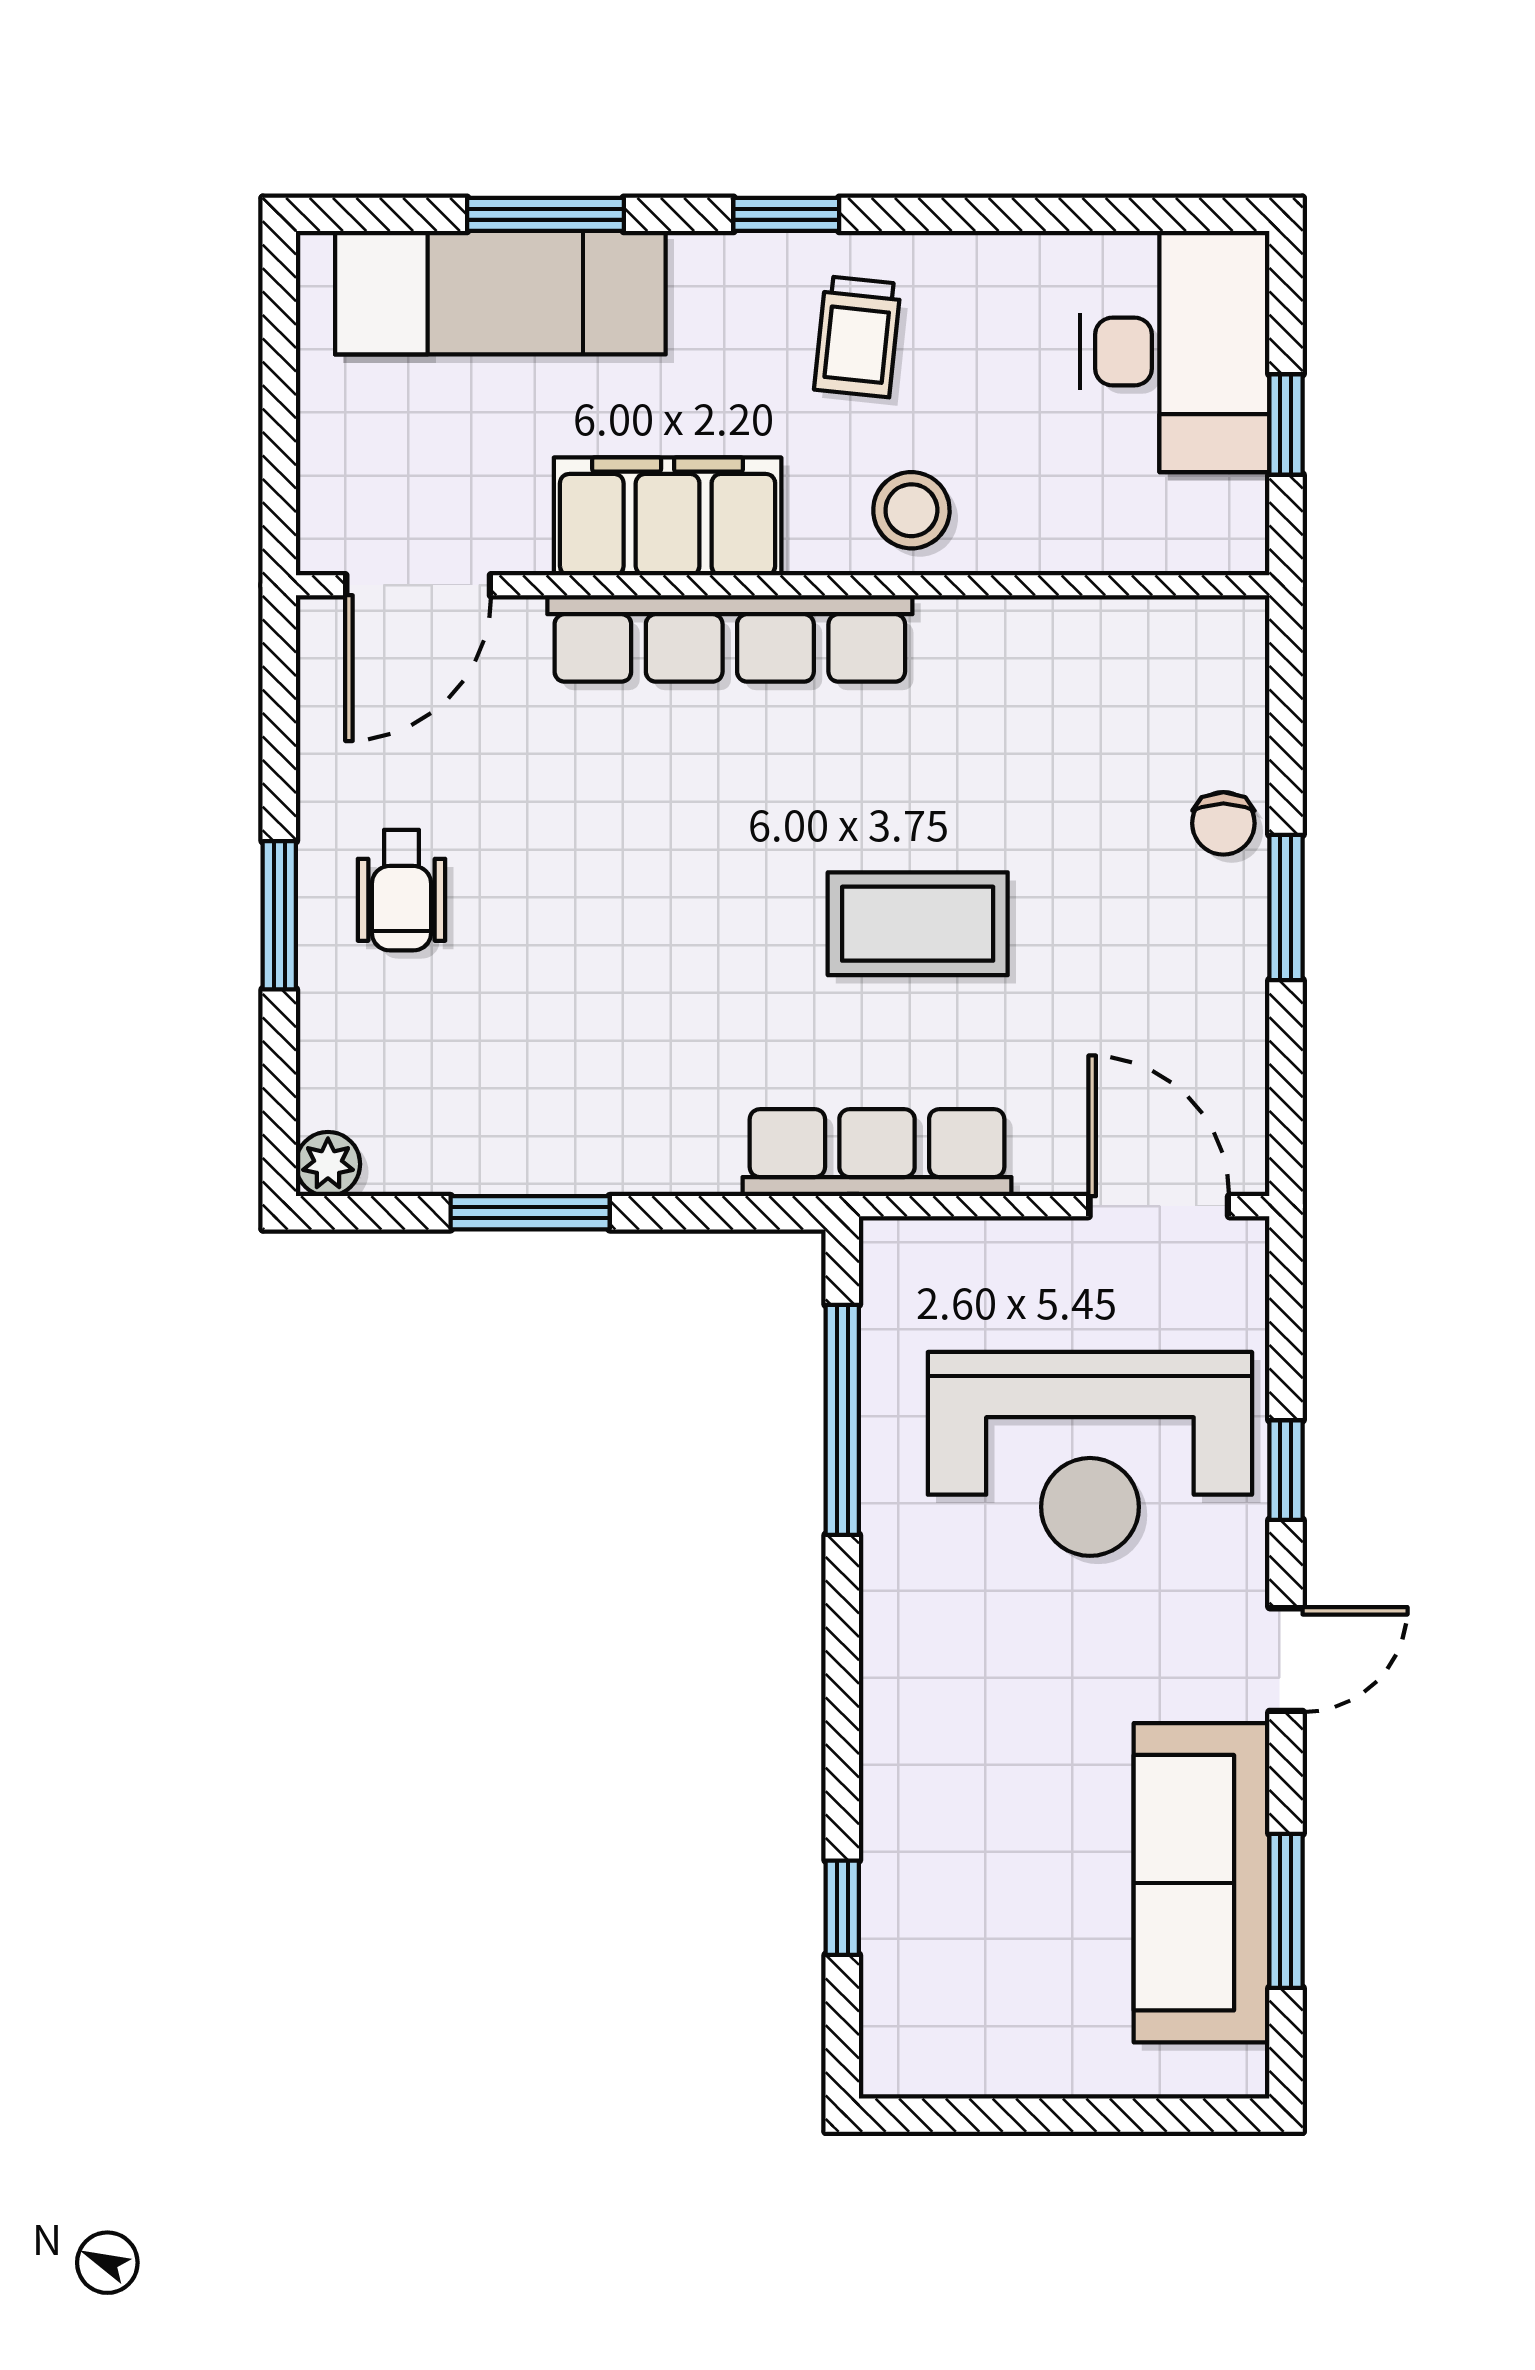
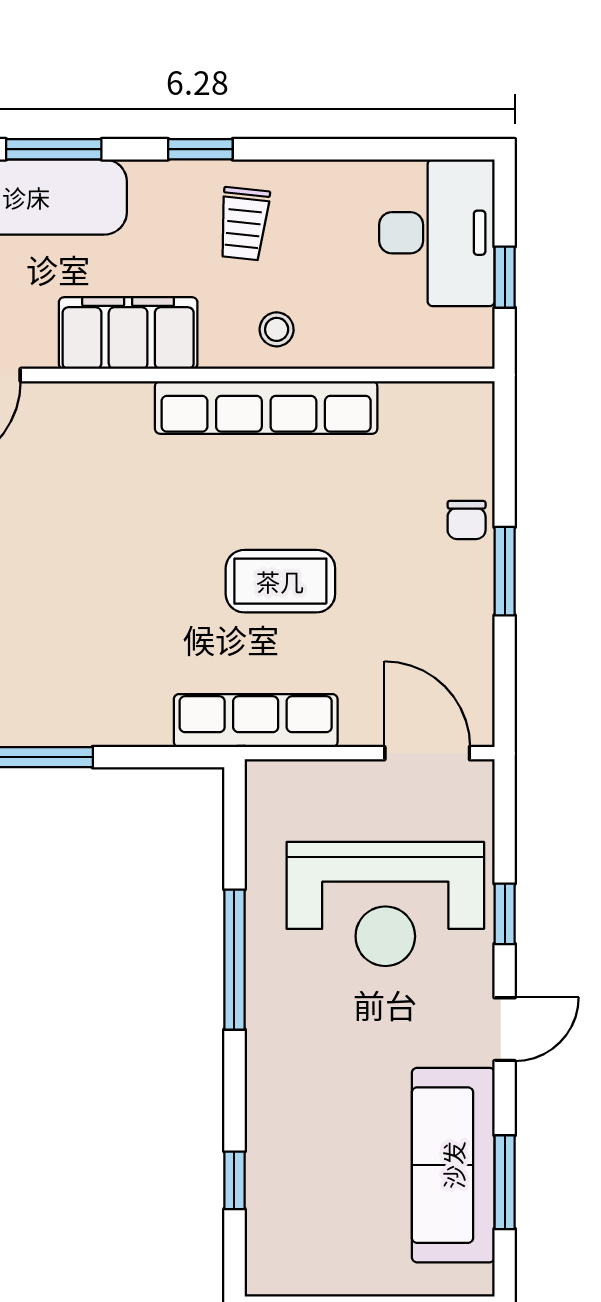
stool: (911, 510) -> (277, 329), width x0.73, depth x0.73
row of seats: (730, 638) -> (266, 407), moved
window: (842, 1420) -> (234, 960), moved

